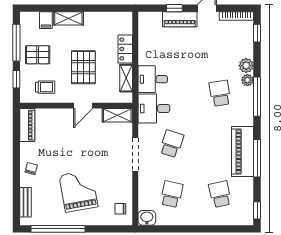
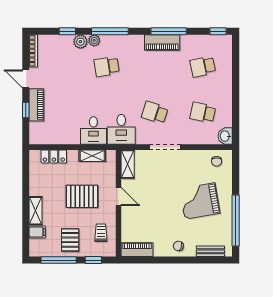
window: (257, 33) -> (67, 31), moved
locker: (125, 49) -> (54, 156), moved
piano: (243, 152) -> (162, 43), width x0.73, depth x0.75

